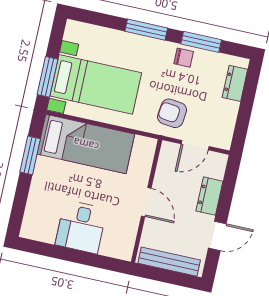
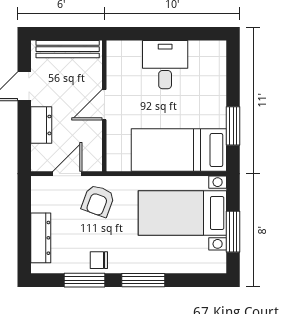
window: (48, 77) -> (233, 232), moved
dresser: (235, 83) -> (41, 238), width x1.44
armchair: (172, 113) -> (98, 201), turned 103
door: (146, 202) -> (104, 105), hinge flipped

